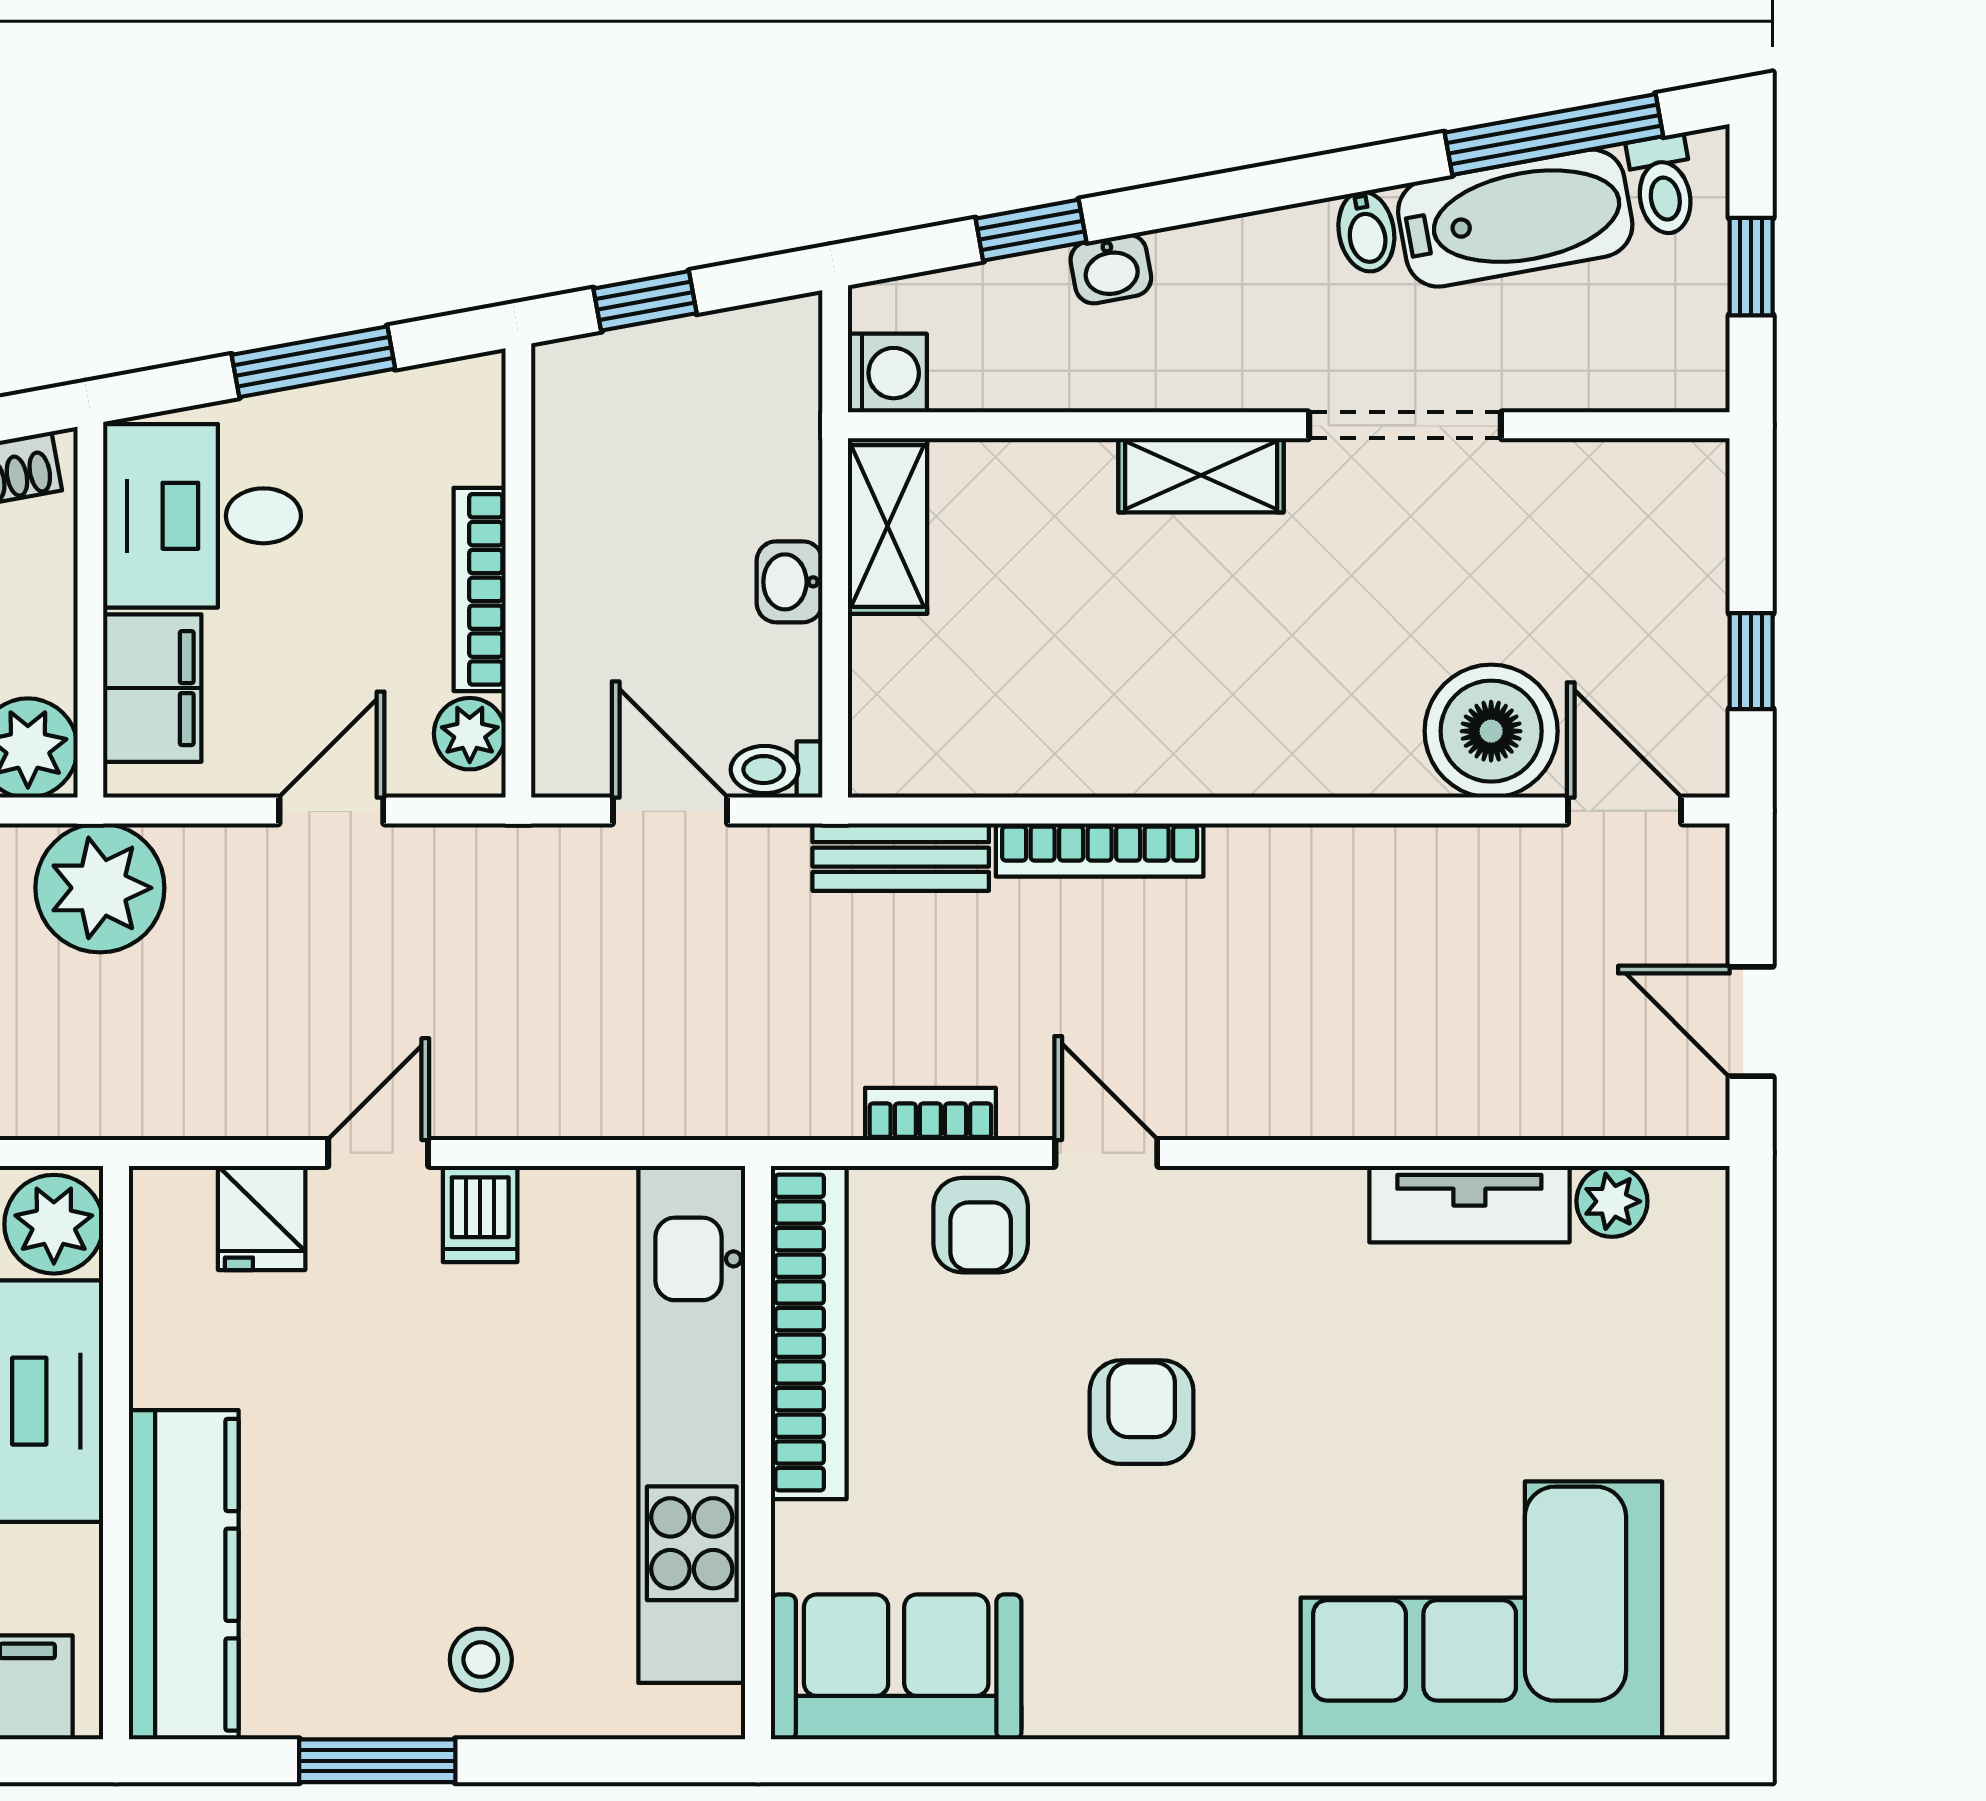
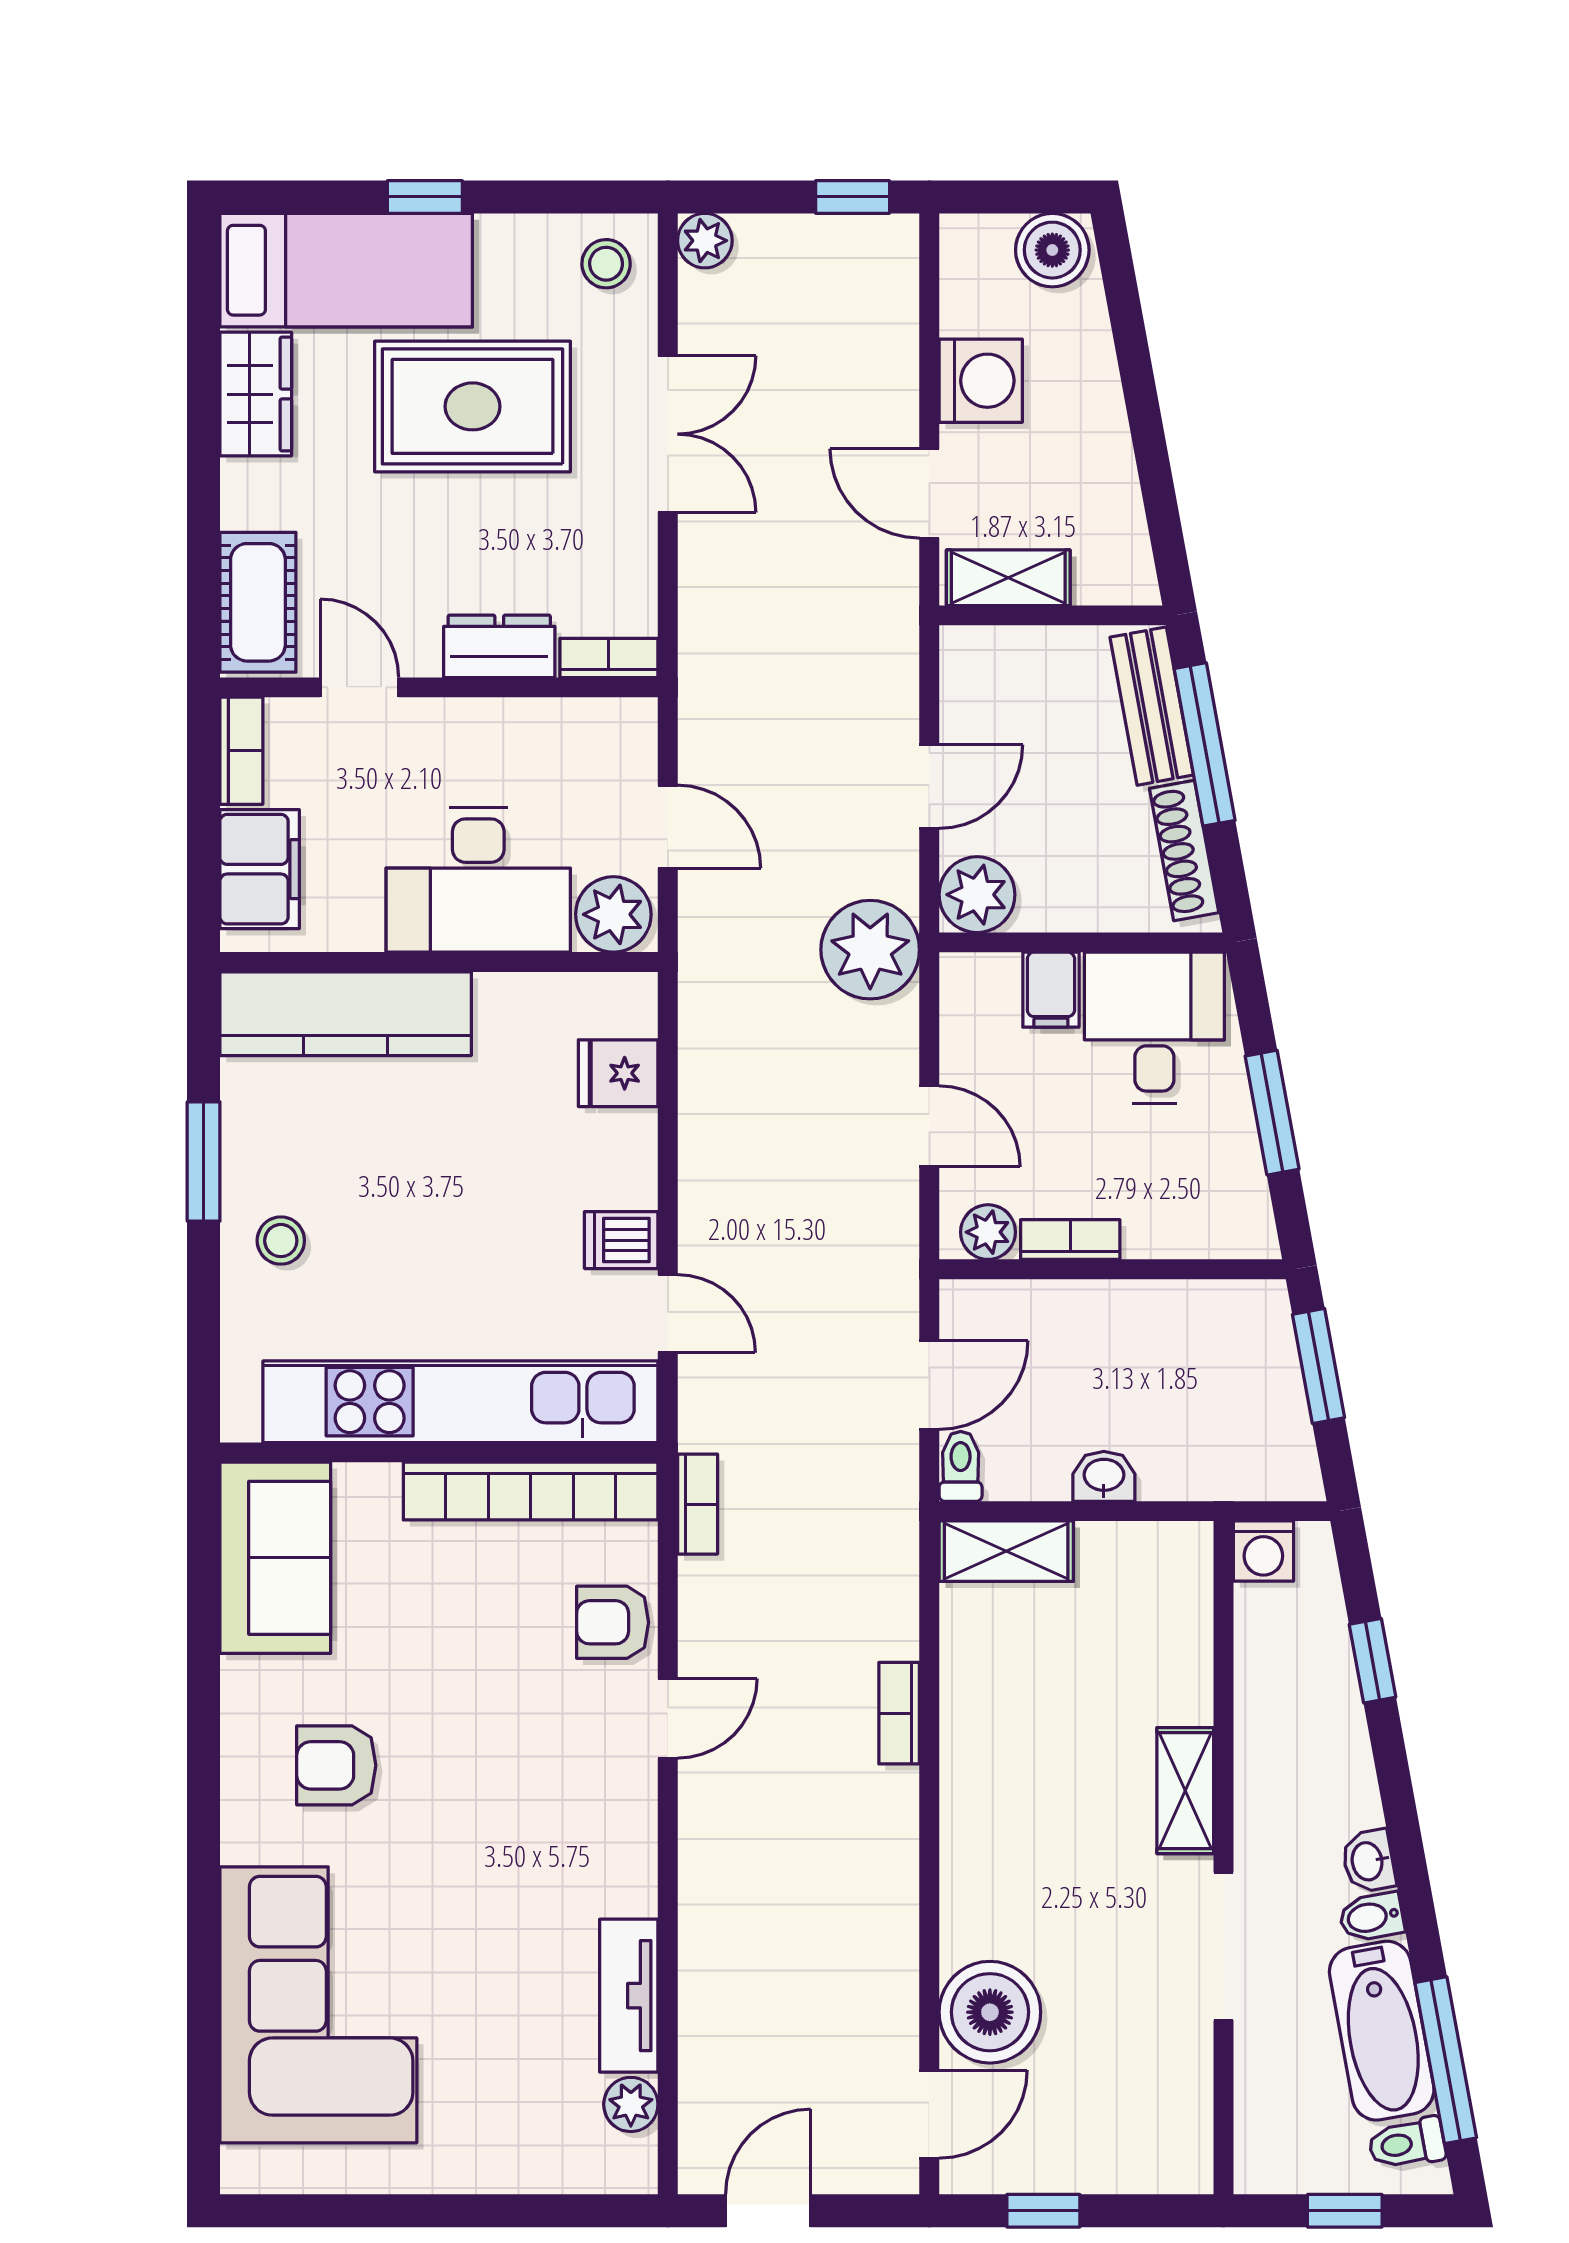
washbasin: (1111, 269) -> (1368, 1861), moved
window: (645, 301) -> (1318, 1366), width x1.50
shelving: (888, 526) -> (1006, 1551), moved
bookcase: (480, 589) -> (1070, 1240), width x0.64
filing cabinet: (152, 688) -> (1051, 990), width x0.50
bookcase: (1100, 850) -> (899, 1713), width x0.64
bench: (901, 857) -> (894, 1561), removed
bookcase: (930, 1114) -> (698, 1504), moved
door: (378, 1153) -> (668, 1314), moved
armchair: (1142, 1412) -> (336, 1765), moved, turned 180

